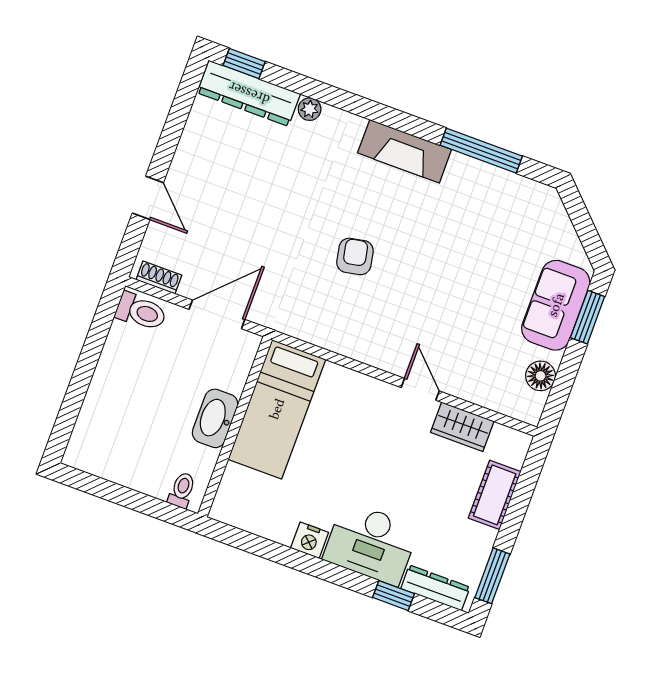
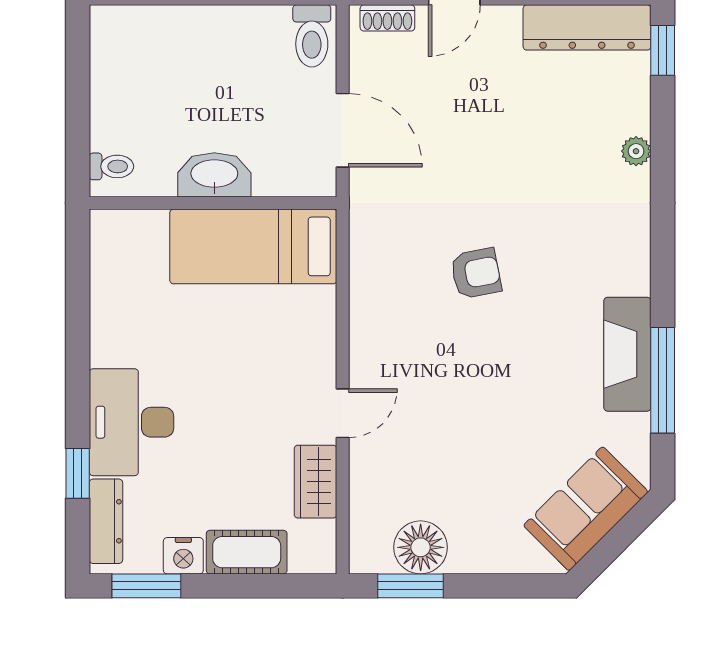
dresser: (249, 93) -> (587, 27), moved, turned -90
fireplace: (405, 151) -> (627, 354), moved
shoe rack: (159, 277) -> (387, 18), moved, turned 90
sofa: (556, 305) -> (586, 509), moved, turned -45
window: (588, 317) -> (411, 586), moved
floor lamp: (541, 376) -> (421, 547), width x1.38, depth x1.38
nightstand: (310, 540) -> (183, 556), moved, turned -90

